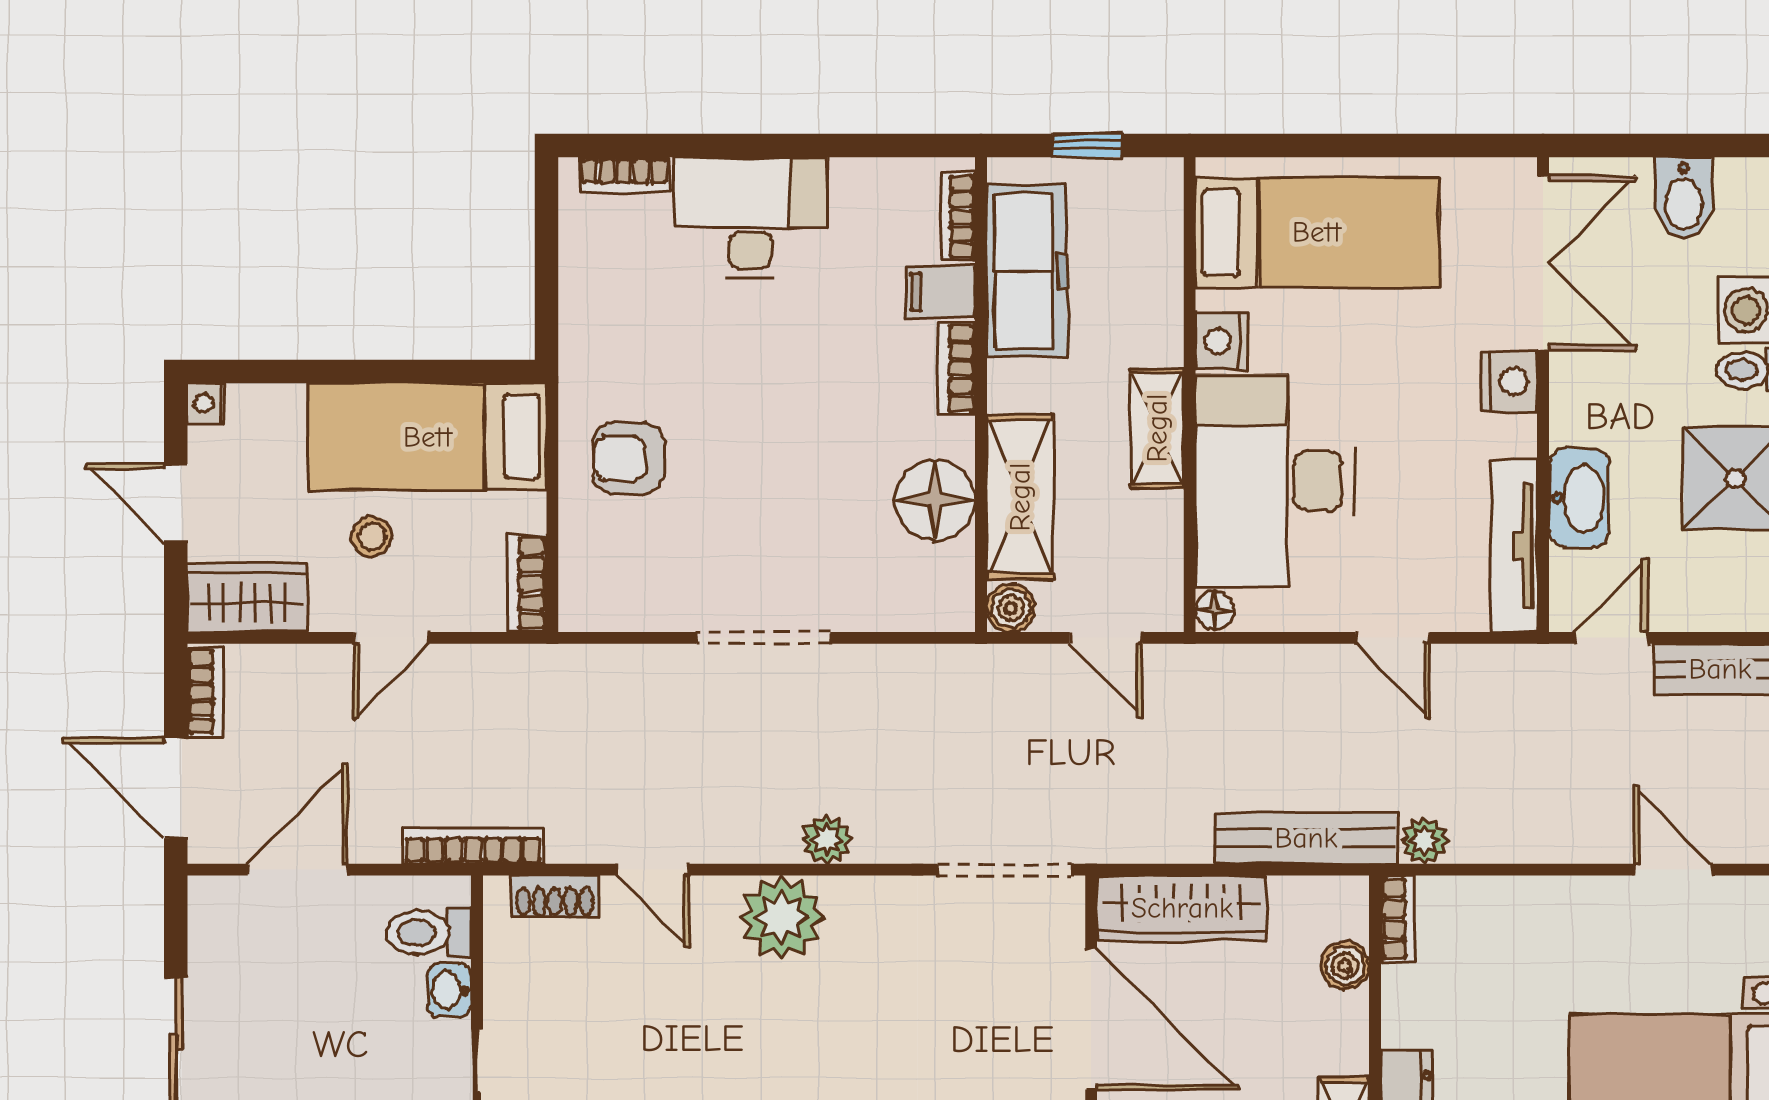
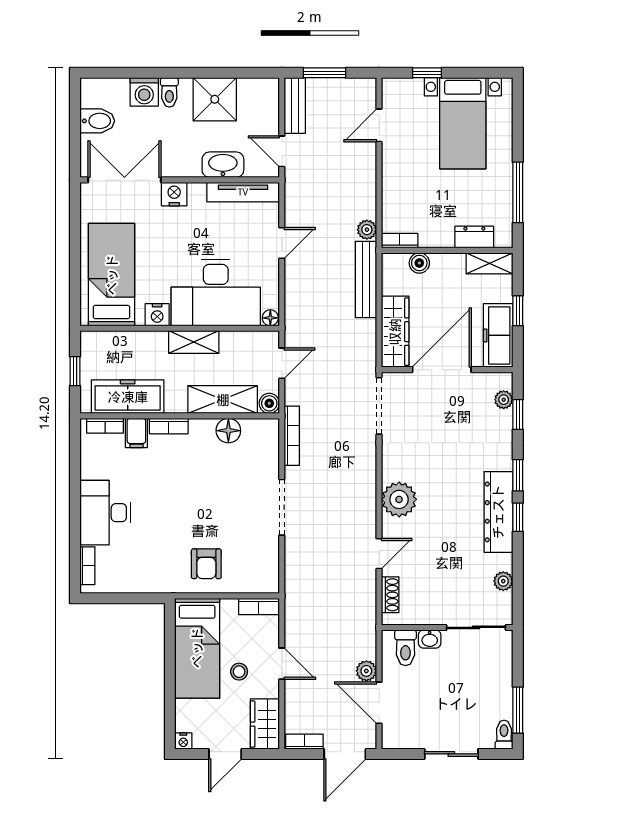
floor lamp: (935, 500) -> (228, 431), width x0.73, depth x0.73
plant: (827, 839) -> (366, 671), moved
bookcase: (473, 846) -> (292, 436), moved, turned 180

